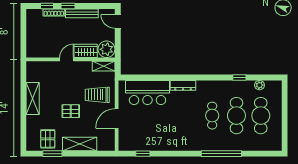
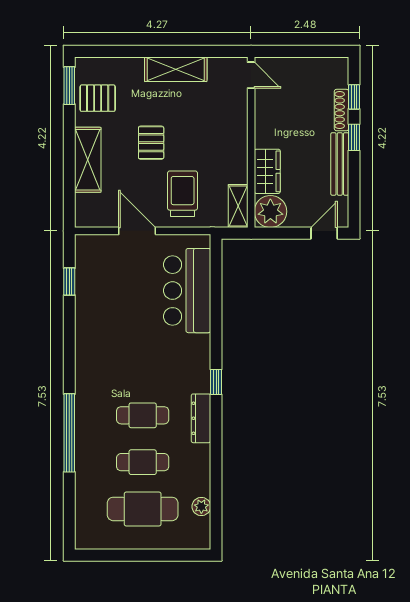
door: (67, 59) -> (251, 75), moved
window: (239, 78) -> (216, 382), moved
dresser: (183, 85) -> (201, 418), moved
cafe table: (236, 116) -> (143, 462), width x0.73, depth x0.74
window: (52, 154) -> (69, 86), moved

